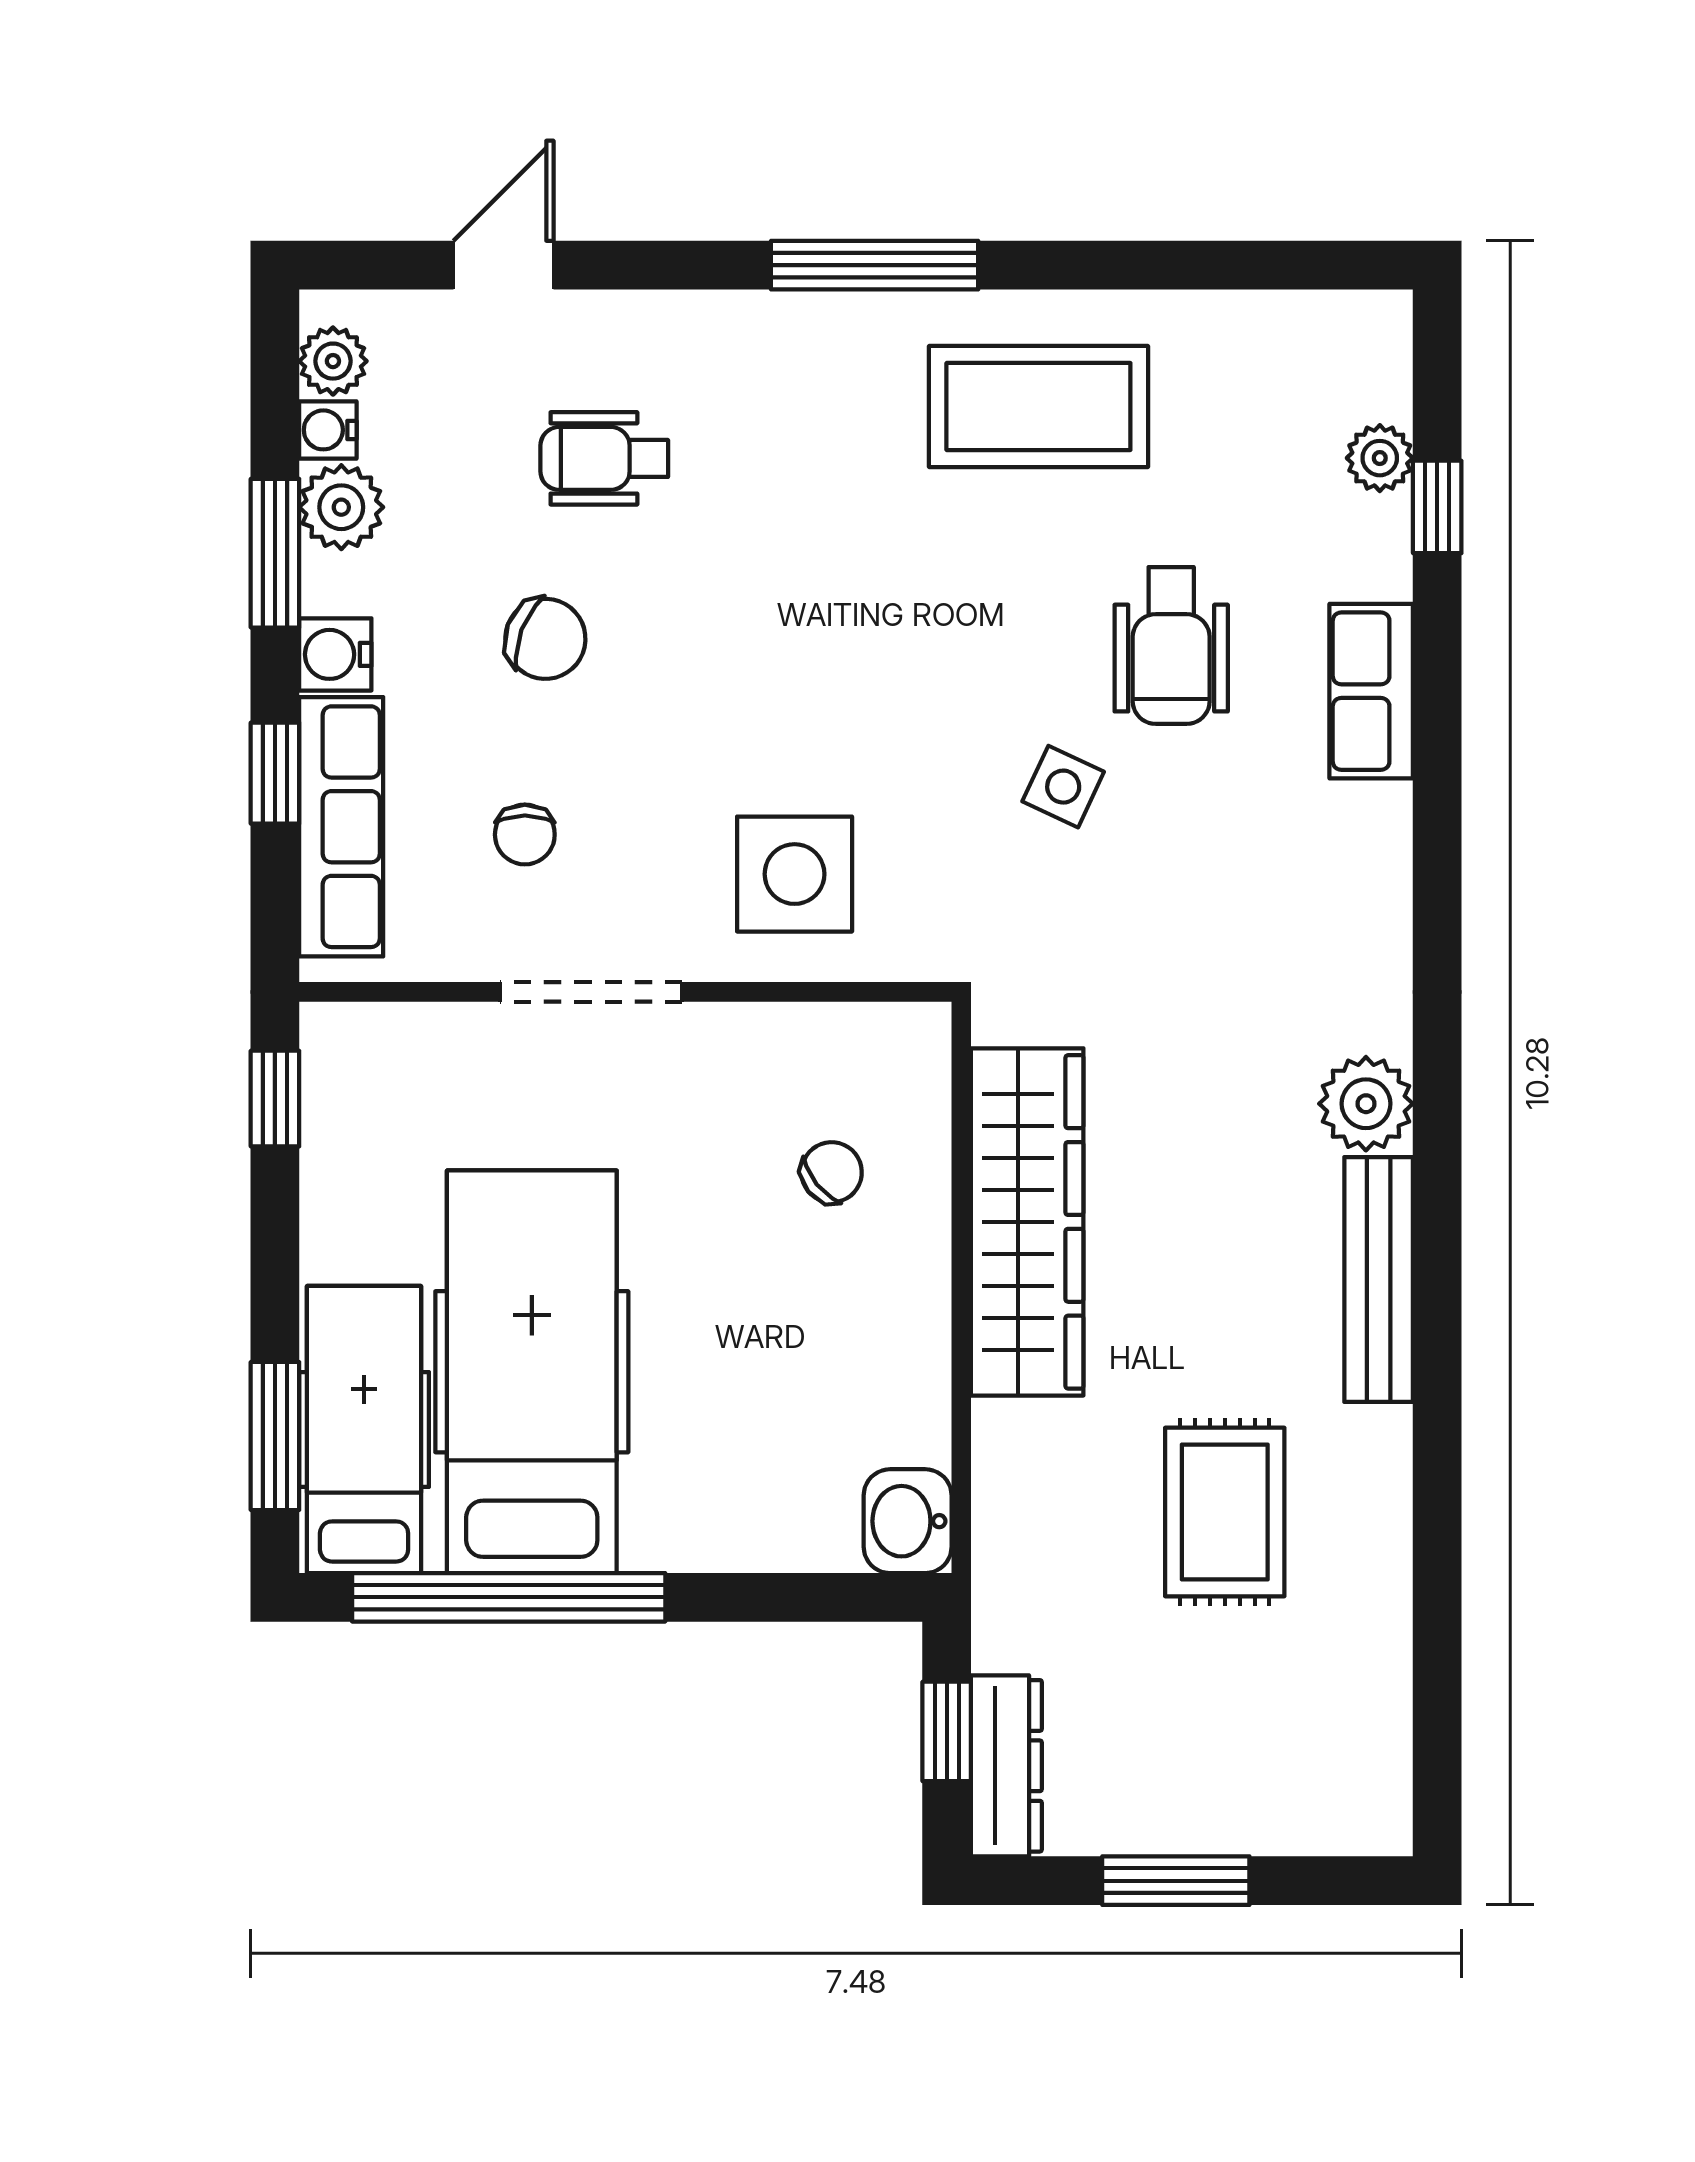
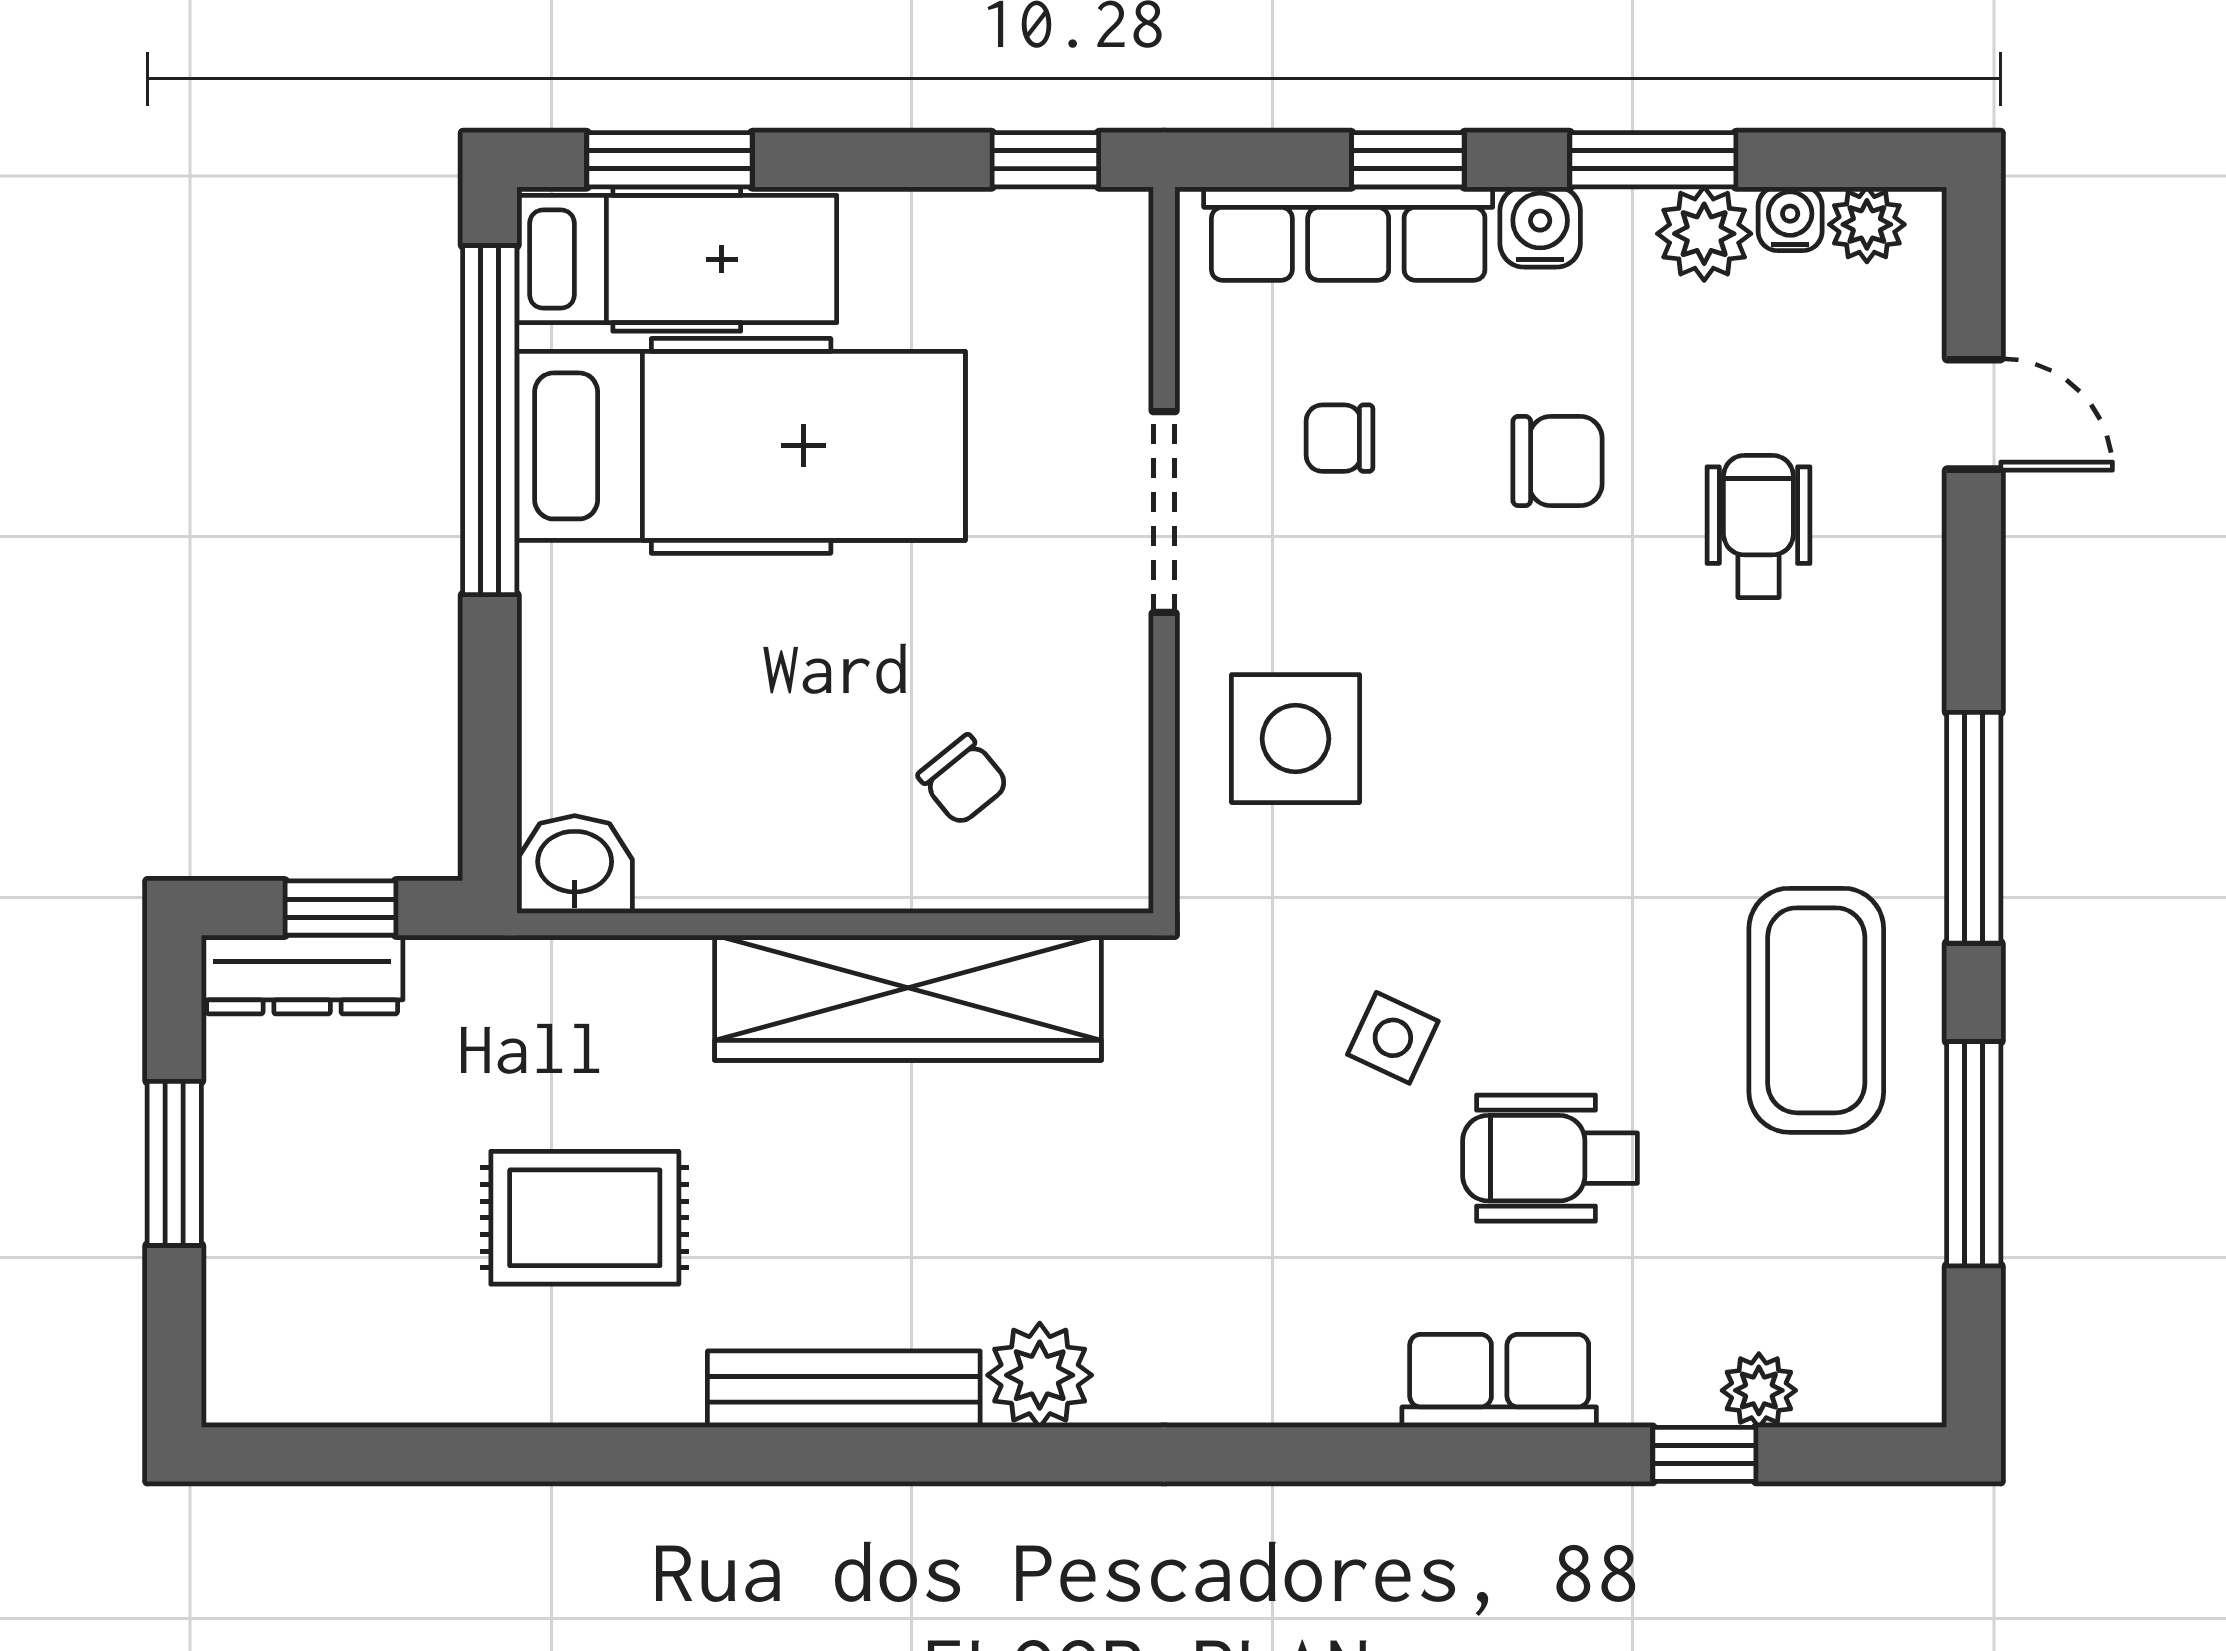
window: (1167, 265) -> (1974, 1154), added
chair: (545, 639) -> (1557, 461), turned -111

